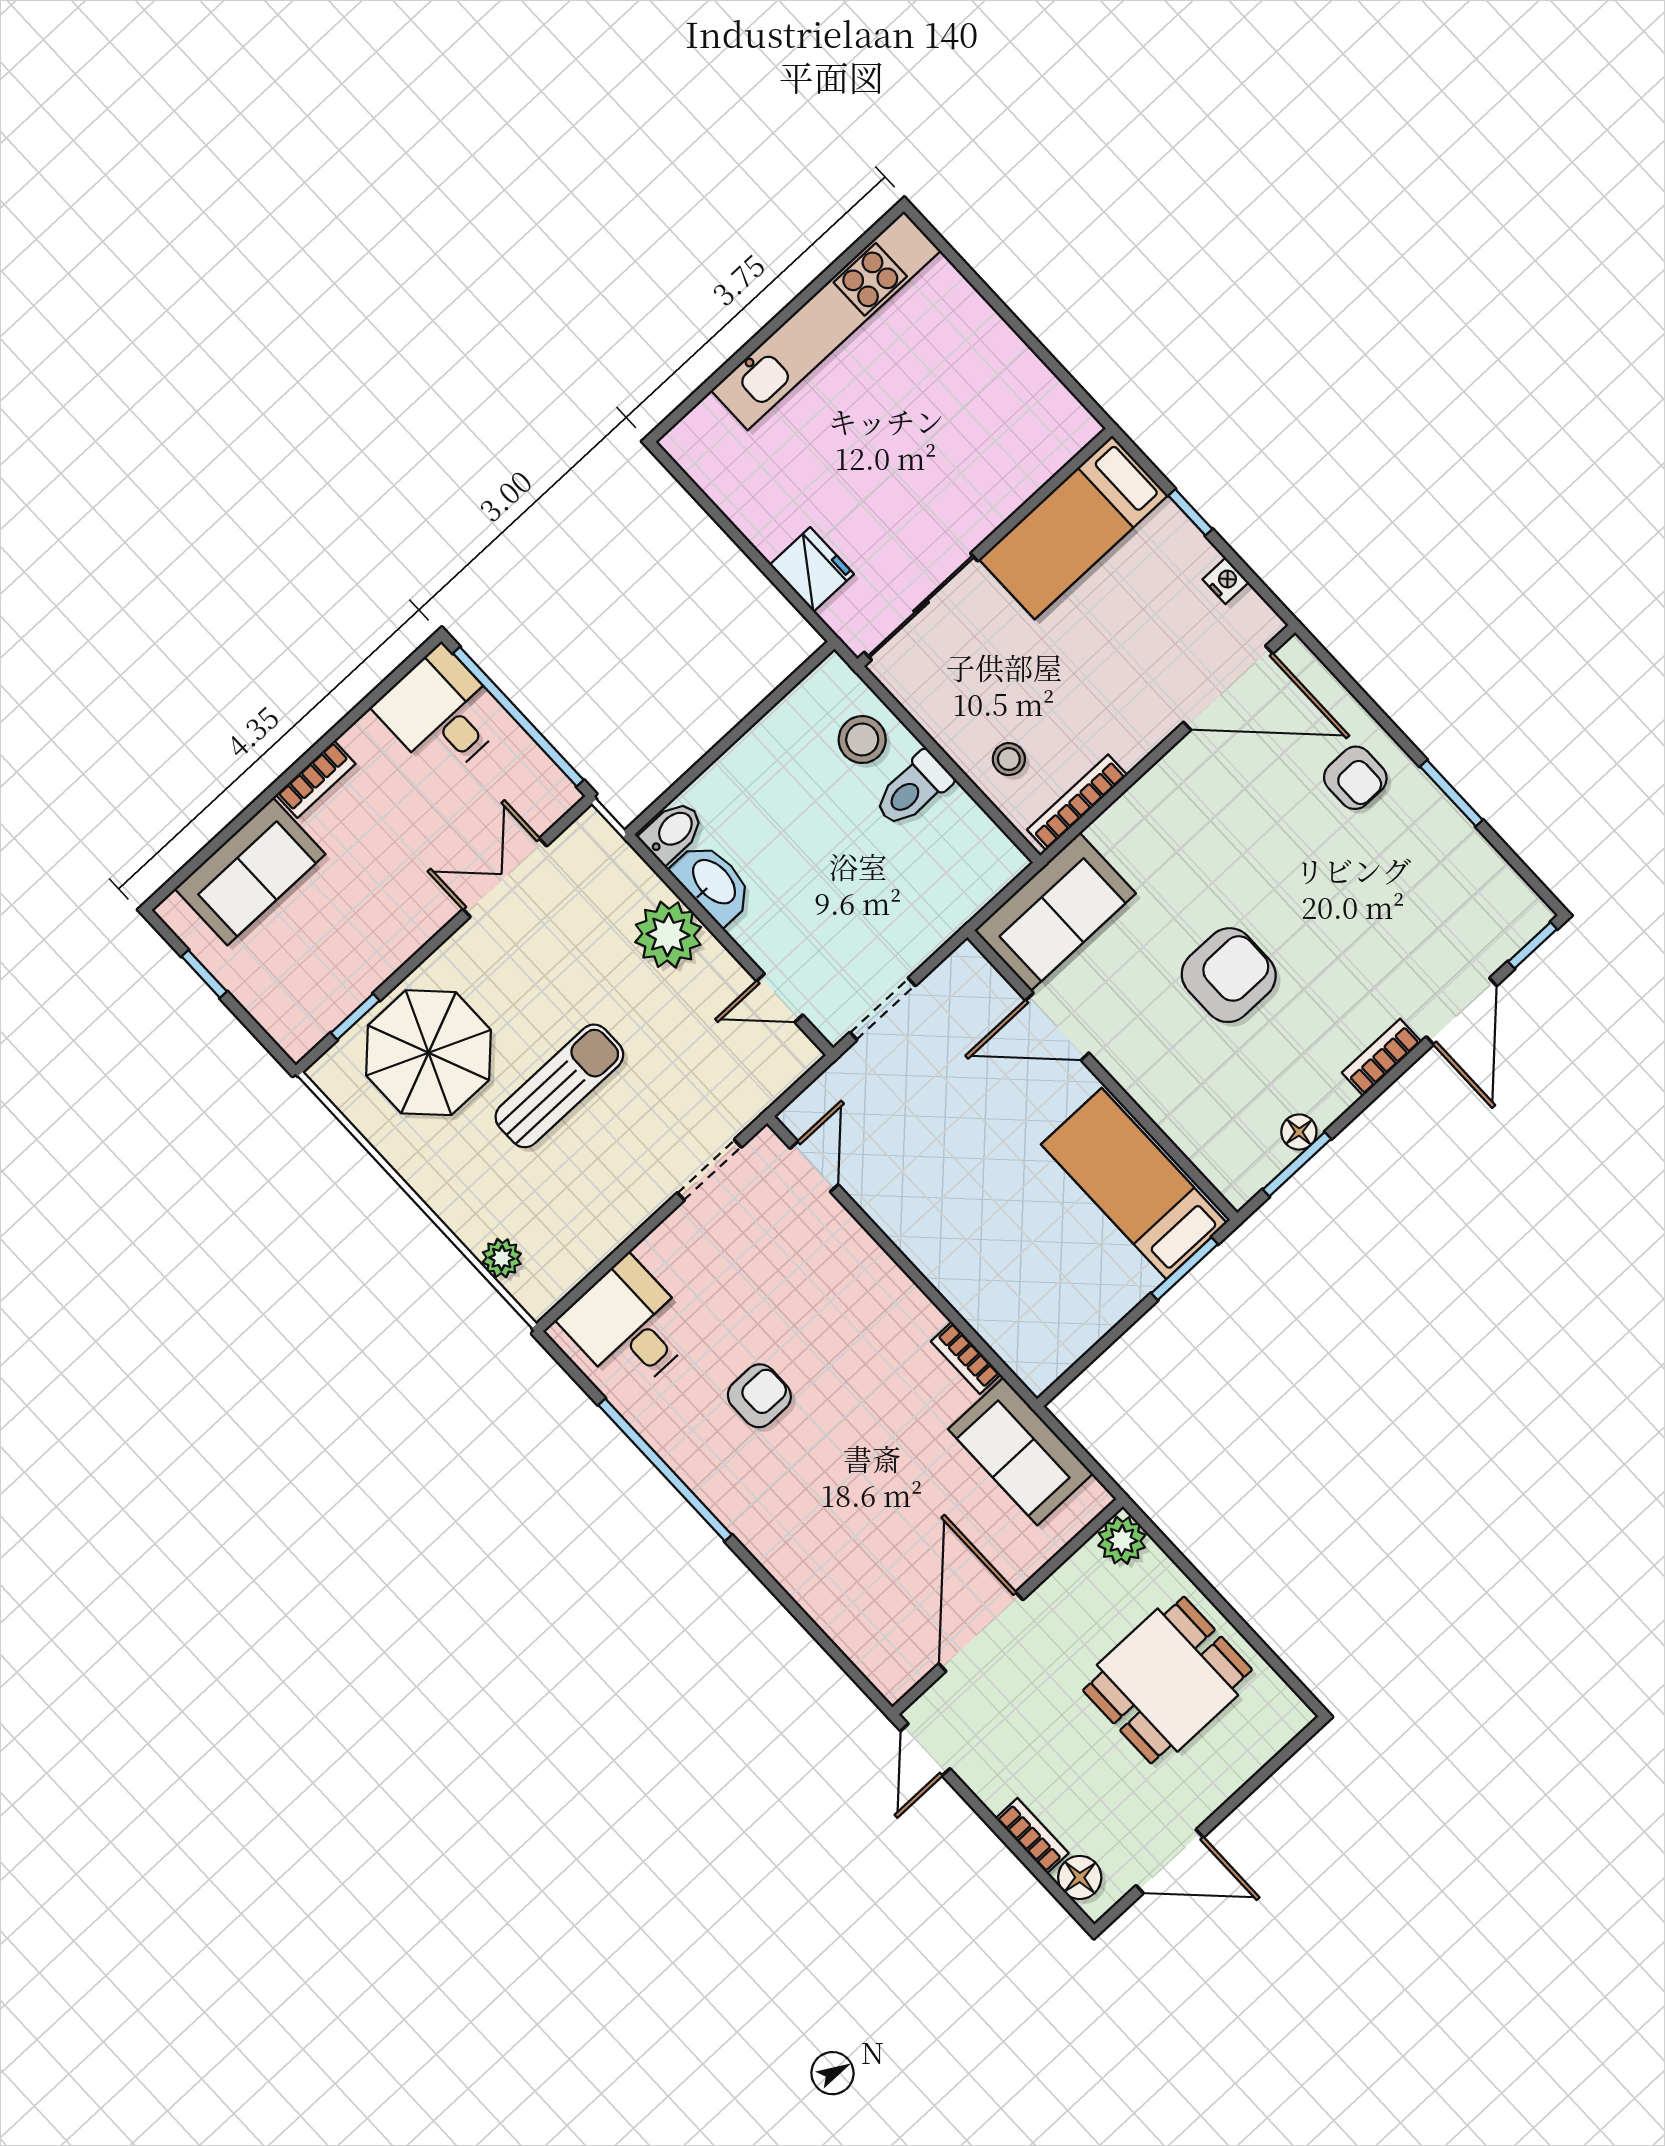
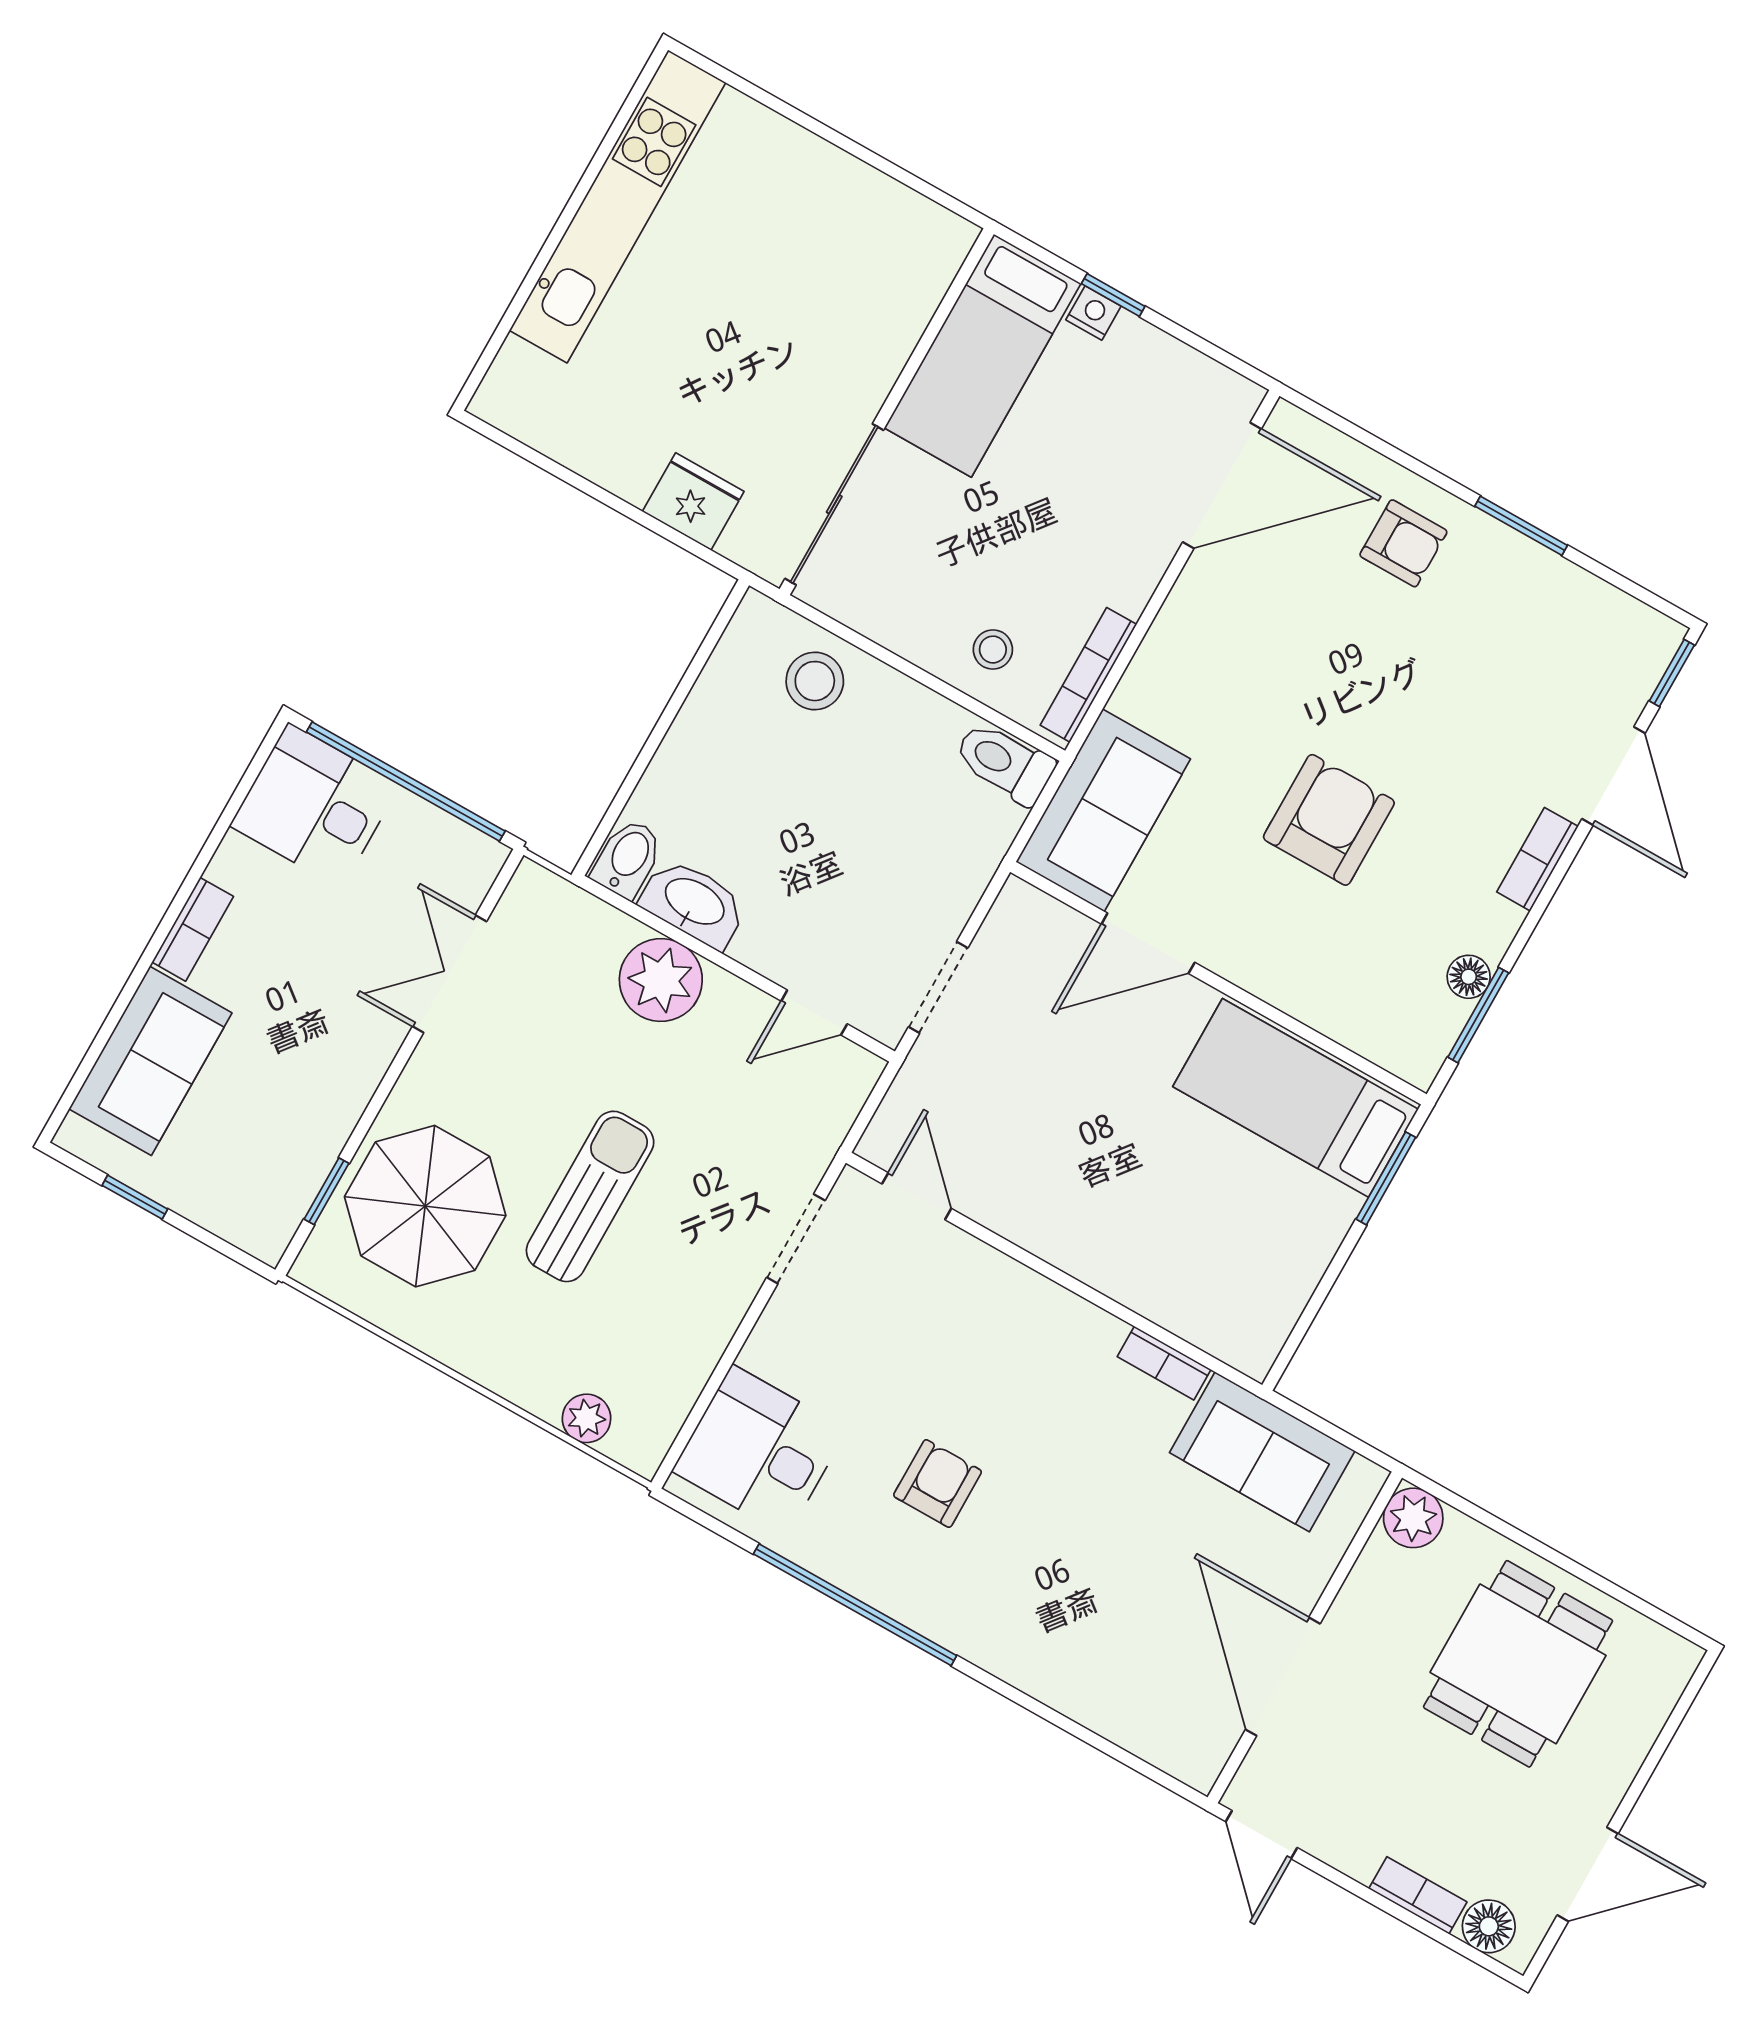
nightstand: (1226, 581) -> (1093, 313), moved
toilet: (913, 790) -> (1004, 763), moved, turned 90

